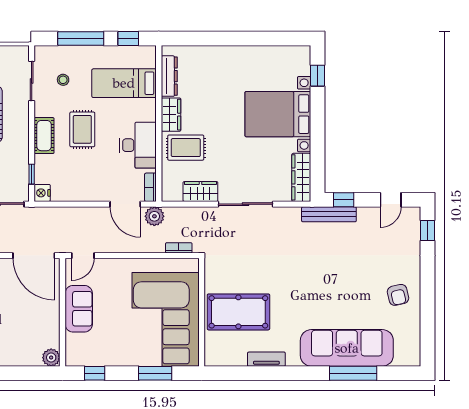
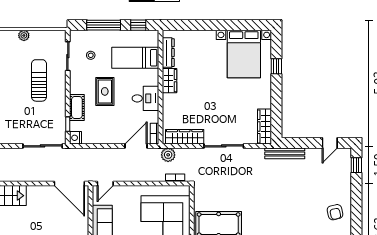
window: (318, 76) -> (276, 66), moved
bed with nightstands: (278, 114) -> (244, 54), moved, turned -90
cot: (44, 136) -> (77, 107), moved
desk: (138, 145) -> (145, 98), width x0.73
rug: (186, 148) -> (180, 105), removed
wardrobe: (200, 191) -> (185, 137), width x1.50
window: (344, 200) -> (295, 143), removed
door: (125, 204) -> (136, 146), swing flipped
plant: (154, 216) -> (168, 155), moved

